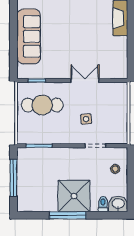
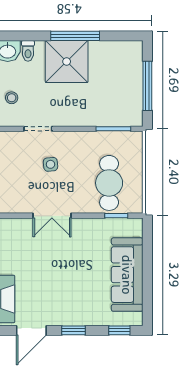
cafe table: (42, 105) -> (109, 183), turned 90

